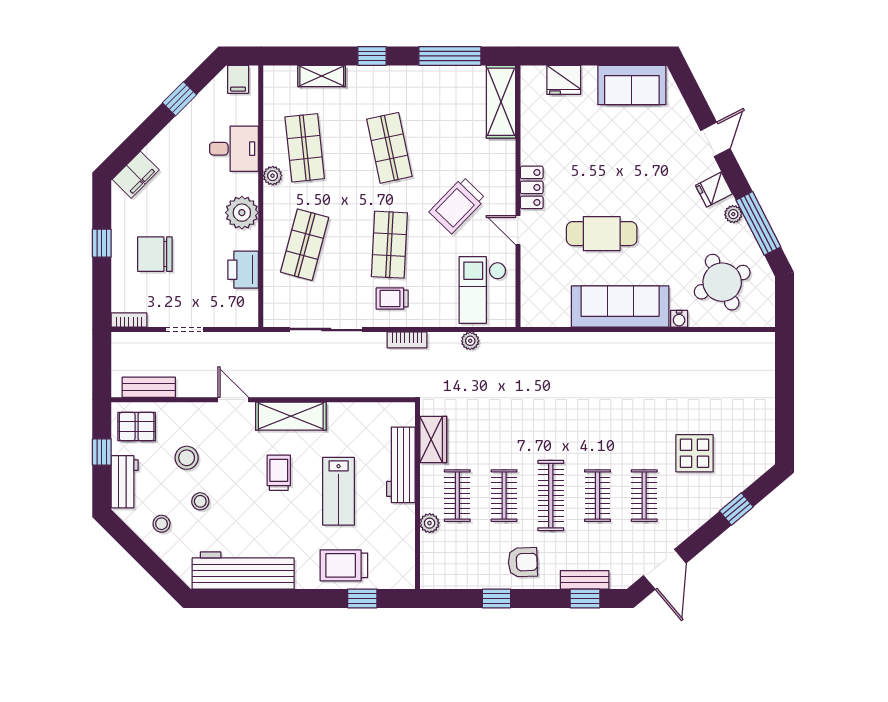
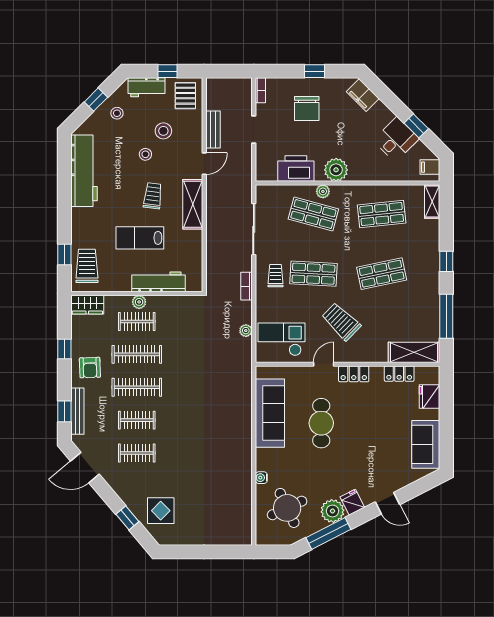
shelving: (322, 76) -> (432, 202), moved
locker: (531, 123) -> (399, 374), added
desk: (234, 149) -> (396, 139), moved, turned -135
plant: (273, 176) -> (323, 191), moved
plant: (733, 214) -> (332, 511), width x1.88, depth x1.88
chair: (155, 254) -> (307, 109), turned 180
printer: (243, 270) -> (296, 169), width x1.37, depth x1.19
sofa: (620, 307) -> (270, 413), moved
bench: (149, 387) -> (213, 130), moved
wardrobe: (433, 439) -> (87, 305), moved
display table: (694, 453) -> (161, 511), moved
trolley: (279, 473) -> (153, 196), turned -83
clothes rail: (504, 496) -> (137, 354), width x1.36
stool: (200, 501) -> (145, 154), moved
plant: (430, 523) -> (139, 302), moved
window: (142, 554) -> (96, 100), added
trolley: (344, 565) -> (87, 266), moved
bench: (585, 580) -> (77, 411), width x1.36

